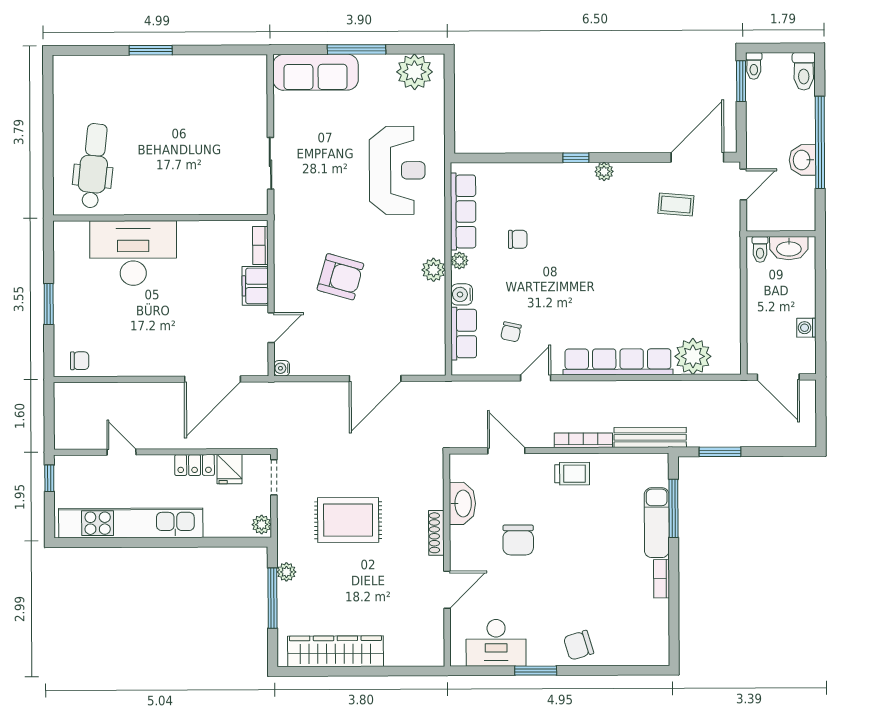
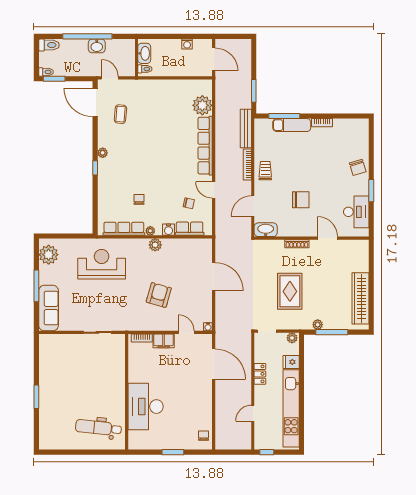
door: (778, 377) -> (214, 59), hinge flipped
fridge: (230, 469) -> (291, 362), moved, turned 180
washbasin: (462, 503) -> (266, 230), moved

